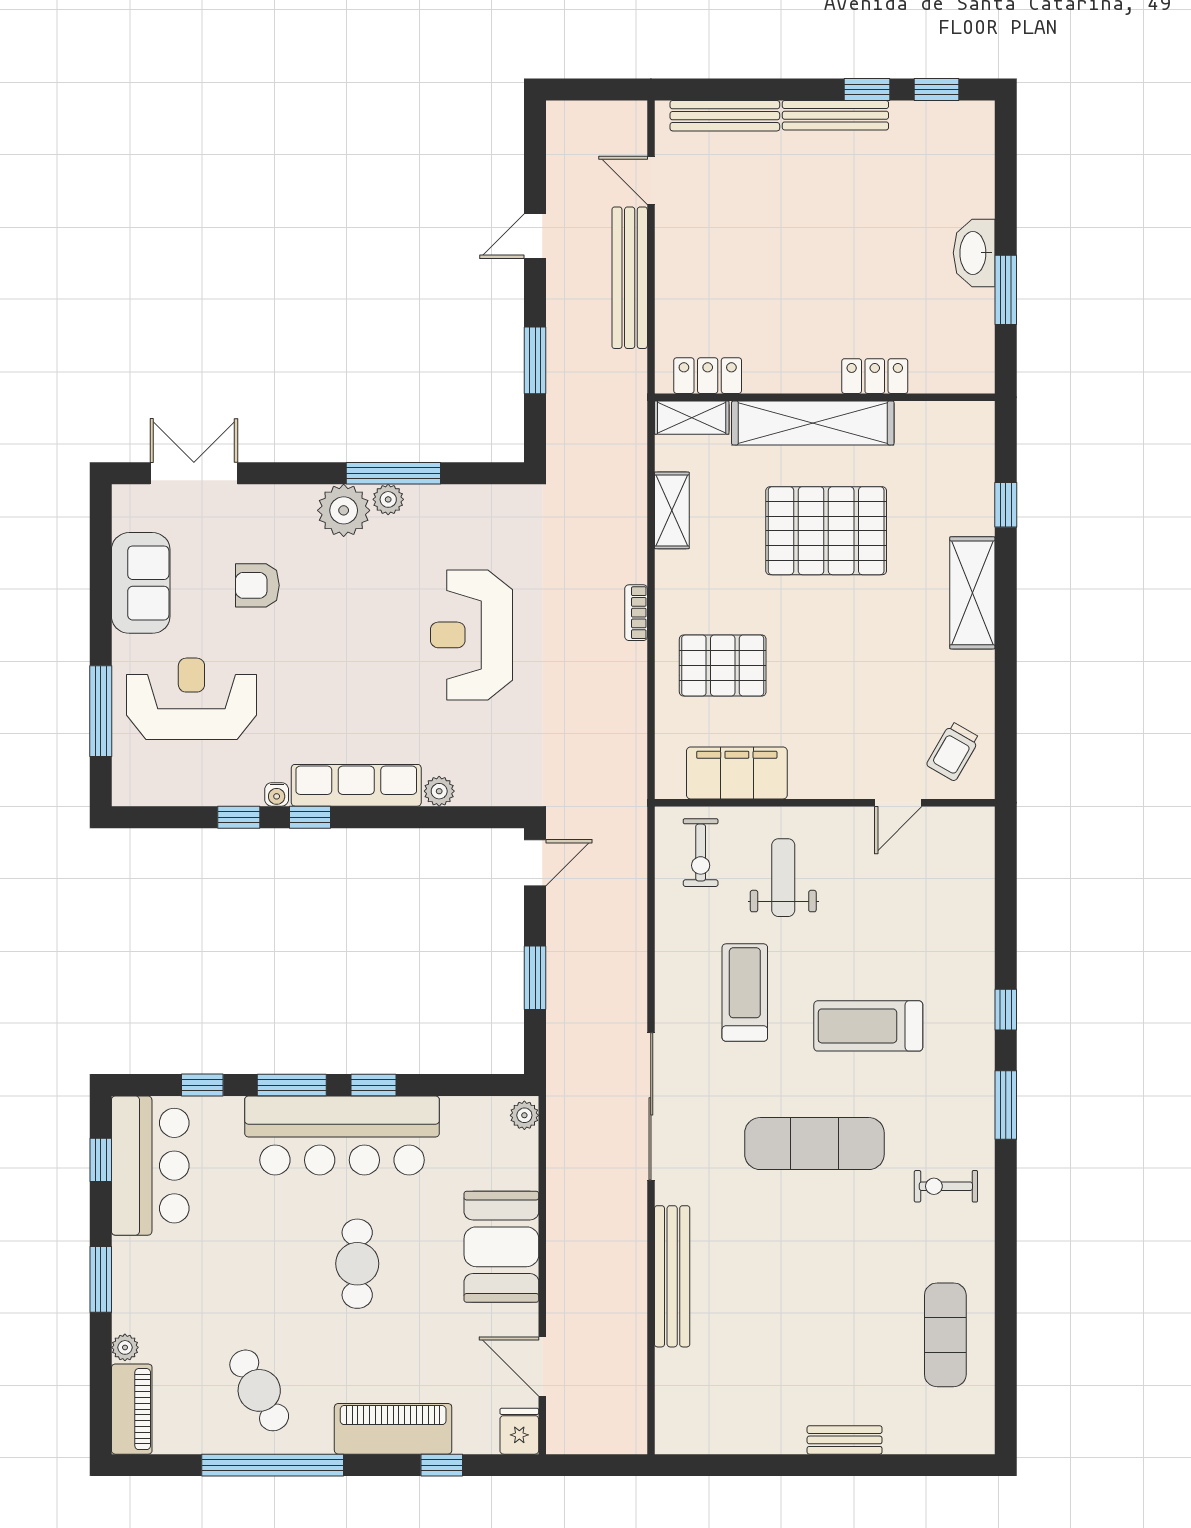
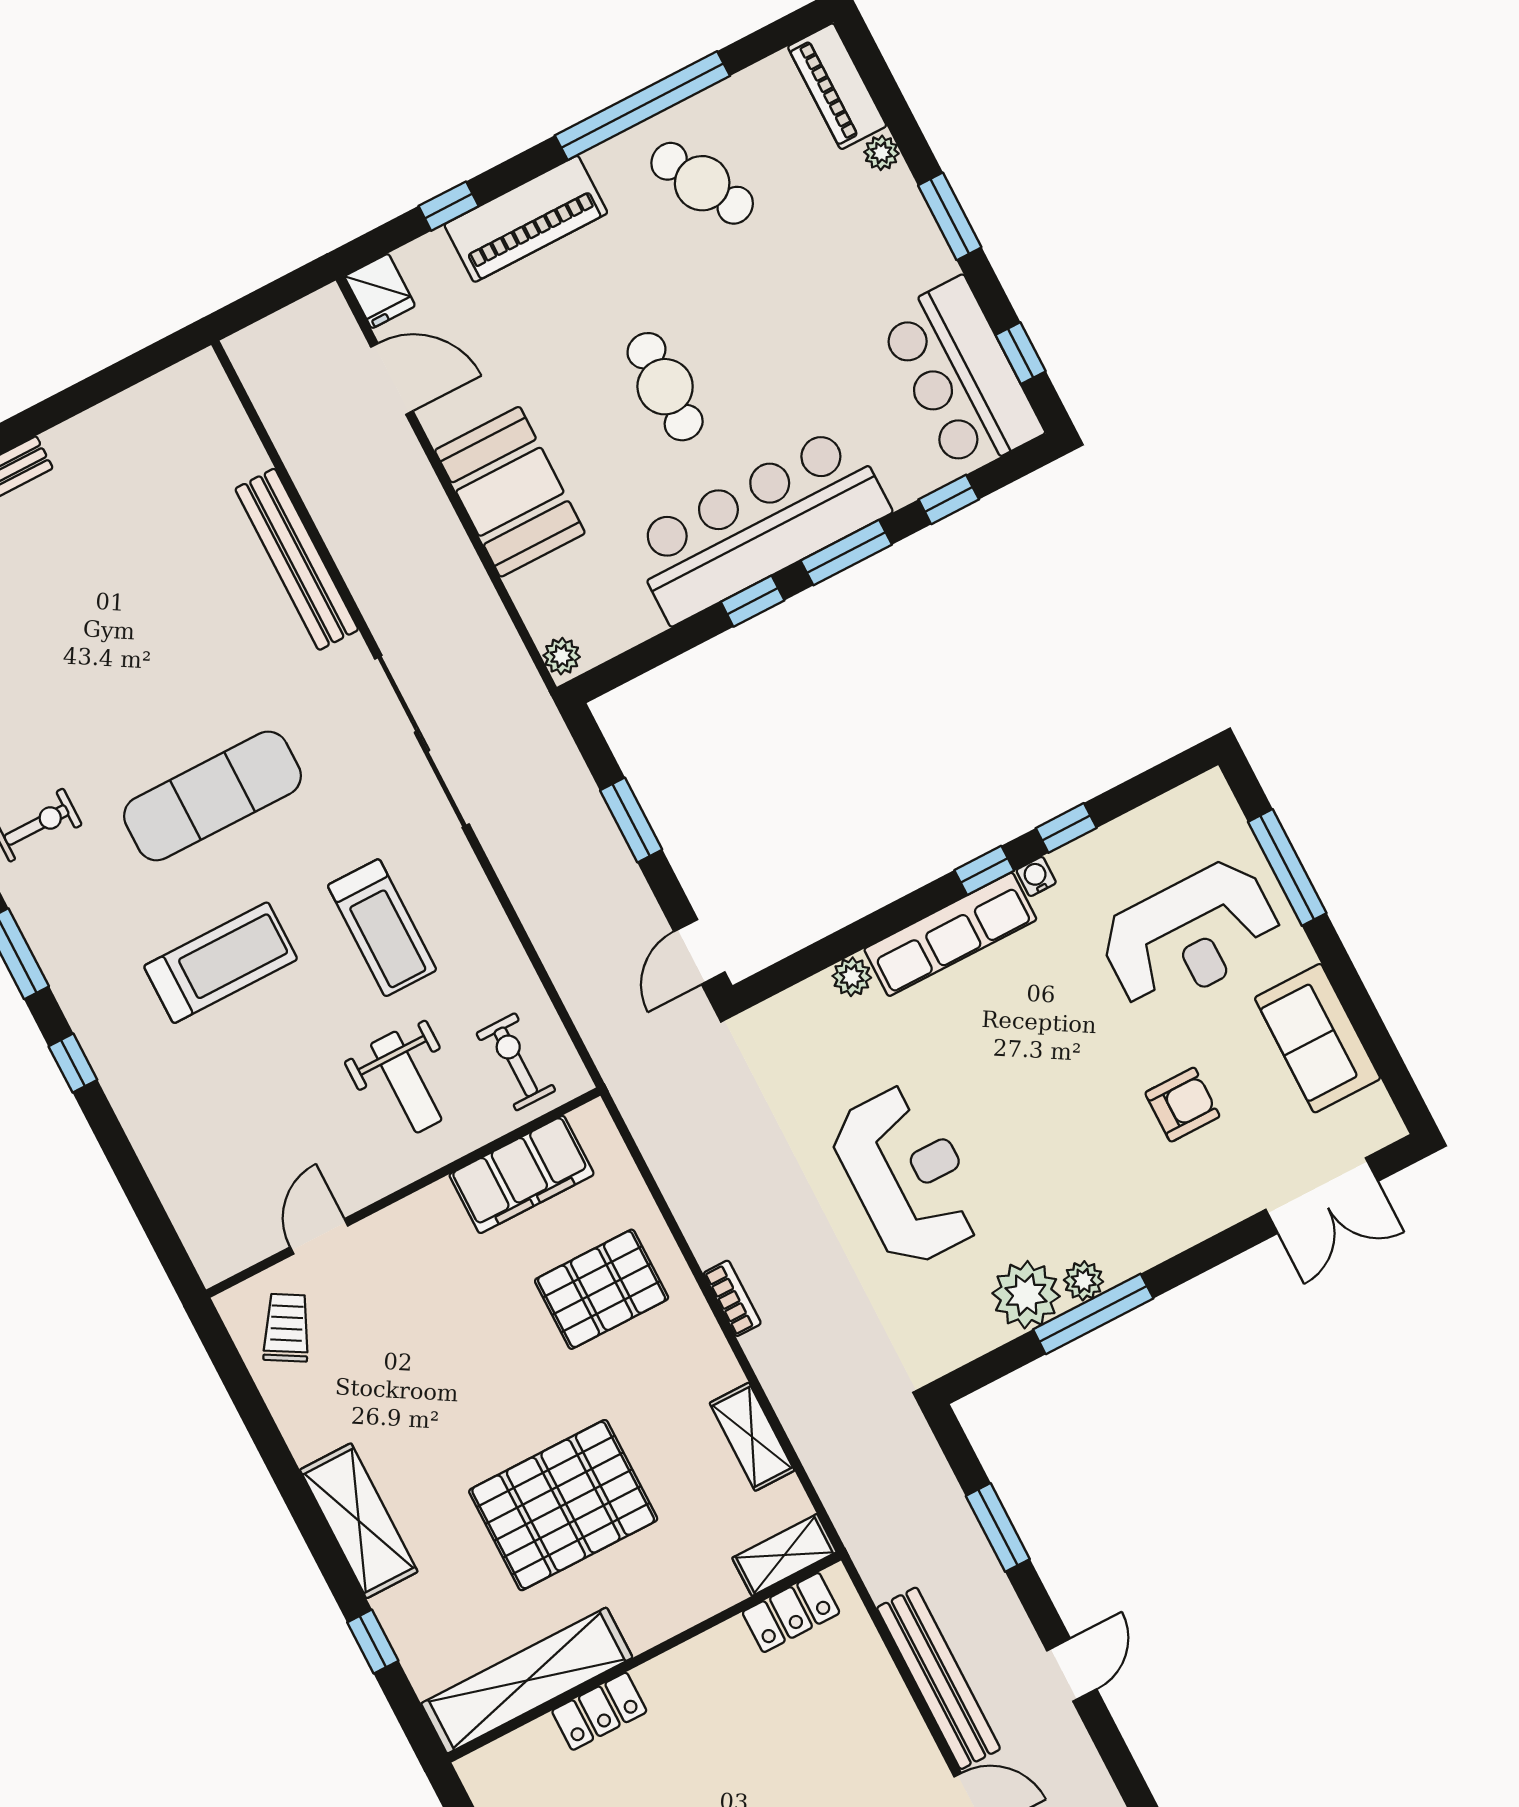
shelving: (813, 423) -> (527, 1681), moved
plant: (344, 510) -> (1026, 1295), moved

